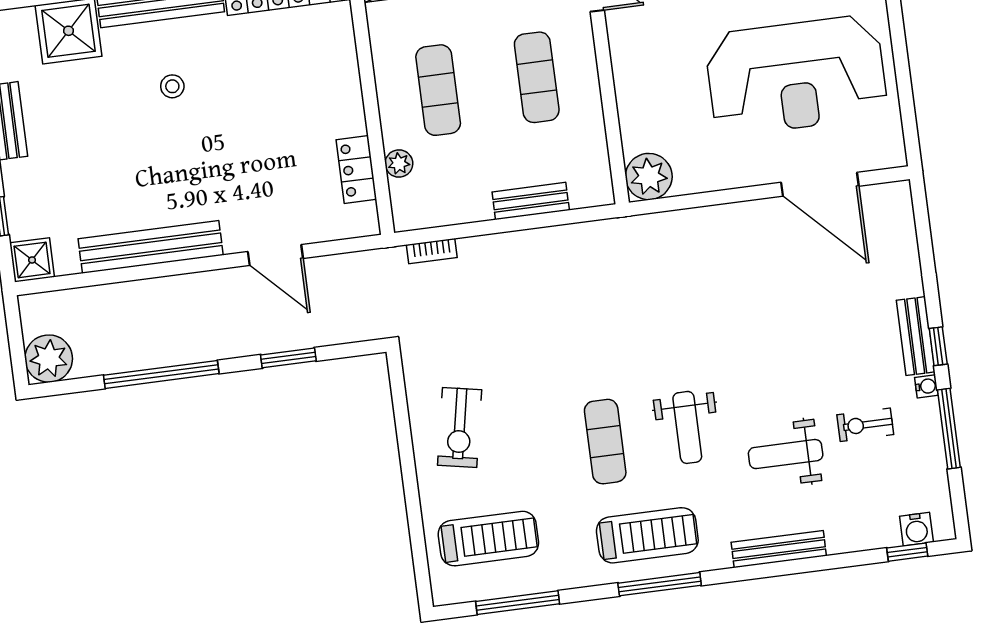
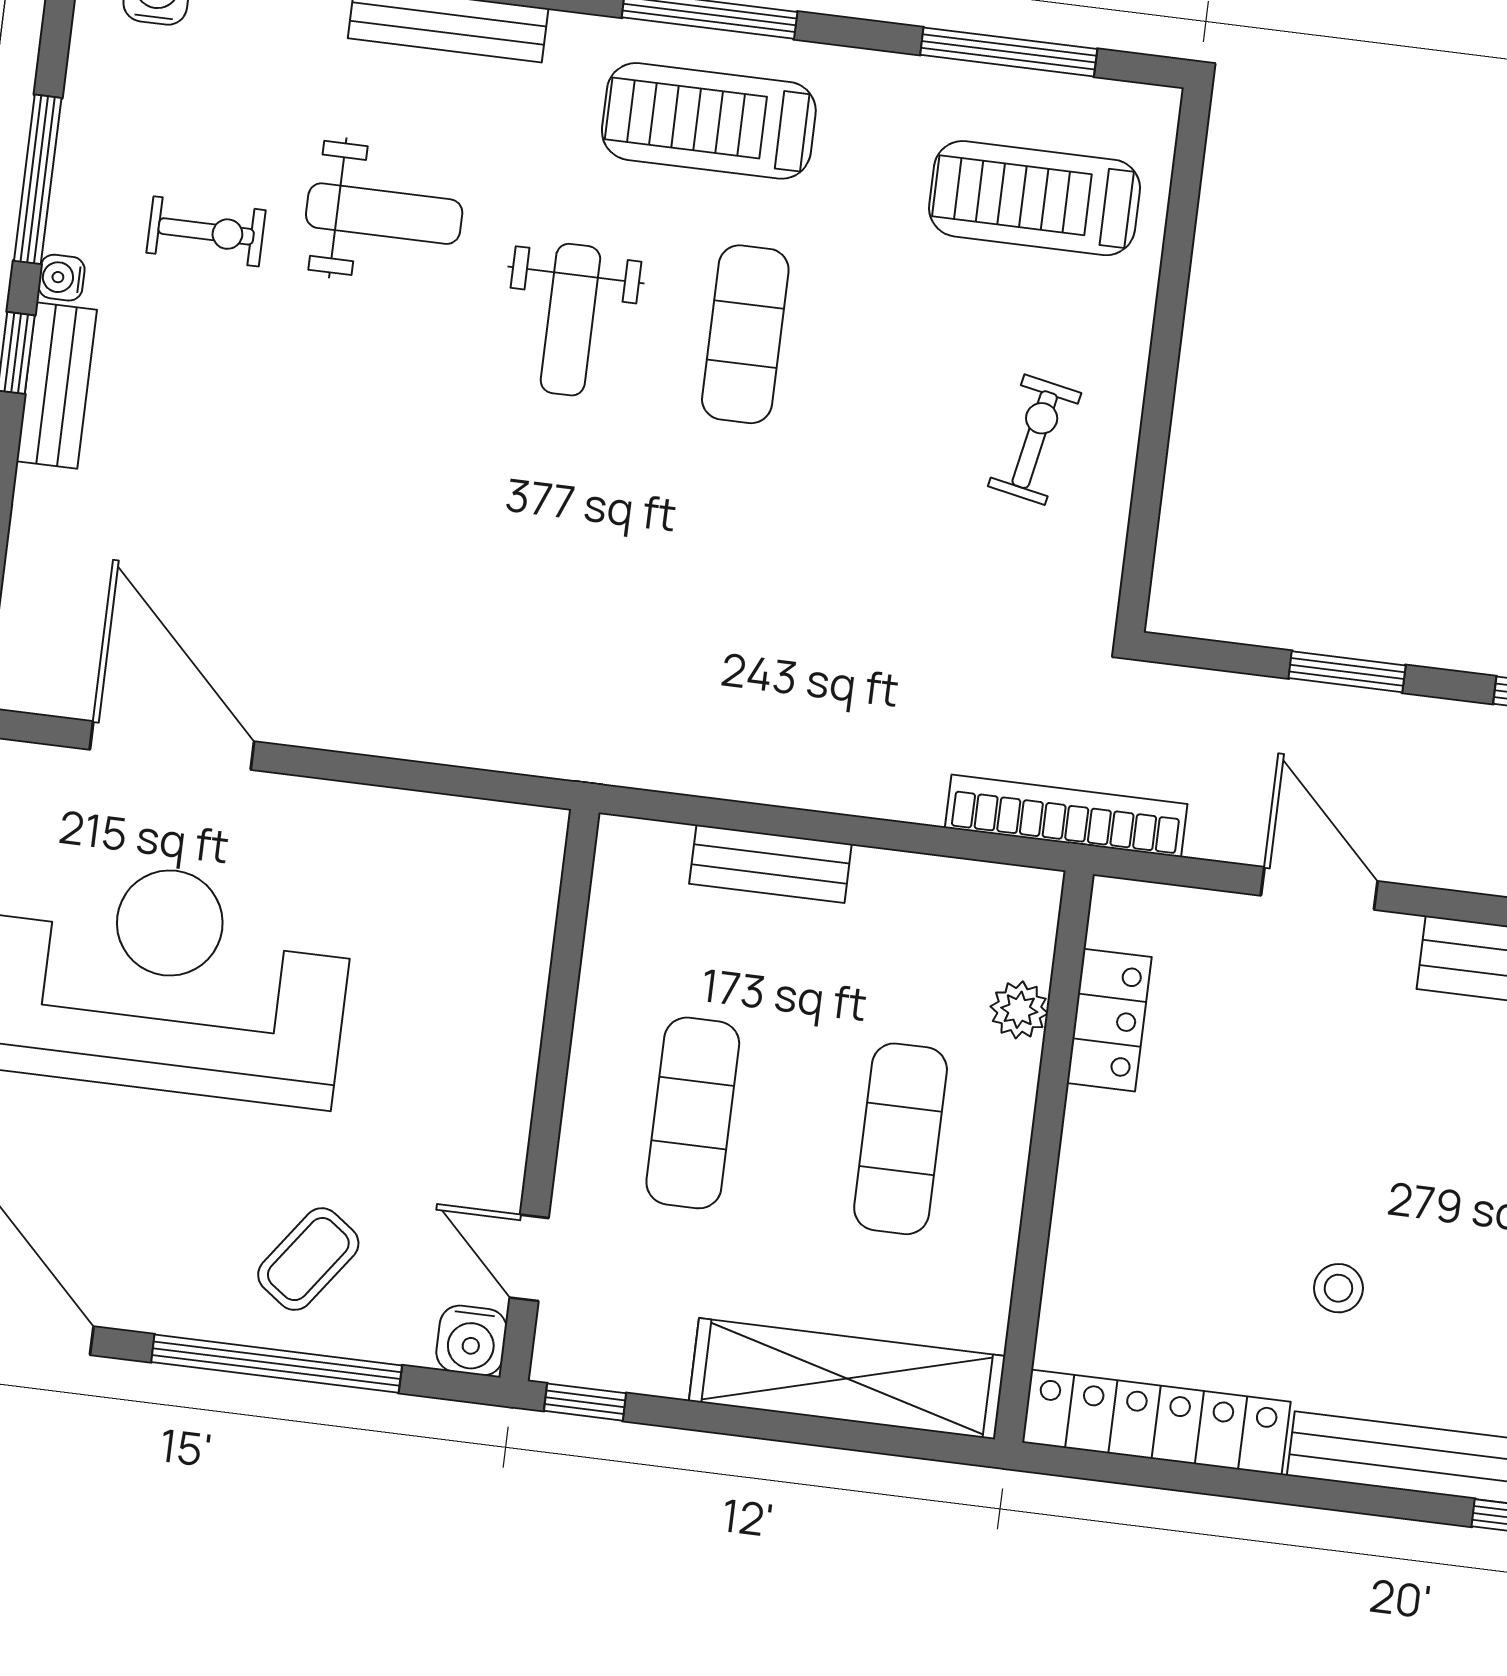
stool: (172, 86) -> (1338, 1288), moved
plant: (649, 177) -> (517, 852), removed
bookcase: (432, 251) -> (1066, 816), width x2.31, depth x1.31
weight bench: (687, 427) -> (570, 320), turned 180
exercise bike: (460, 428) -> (1035, 440), width x0.73, depth x0.72

